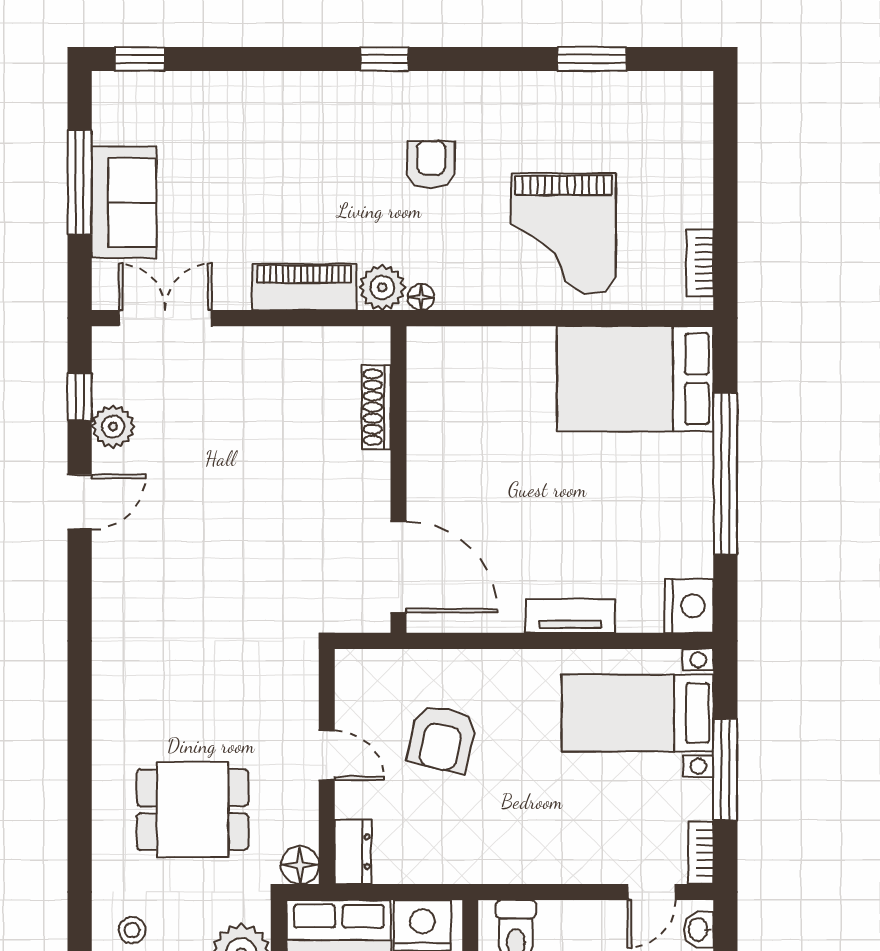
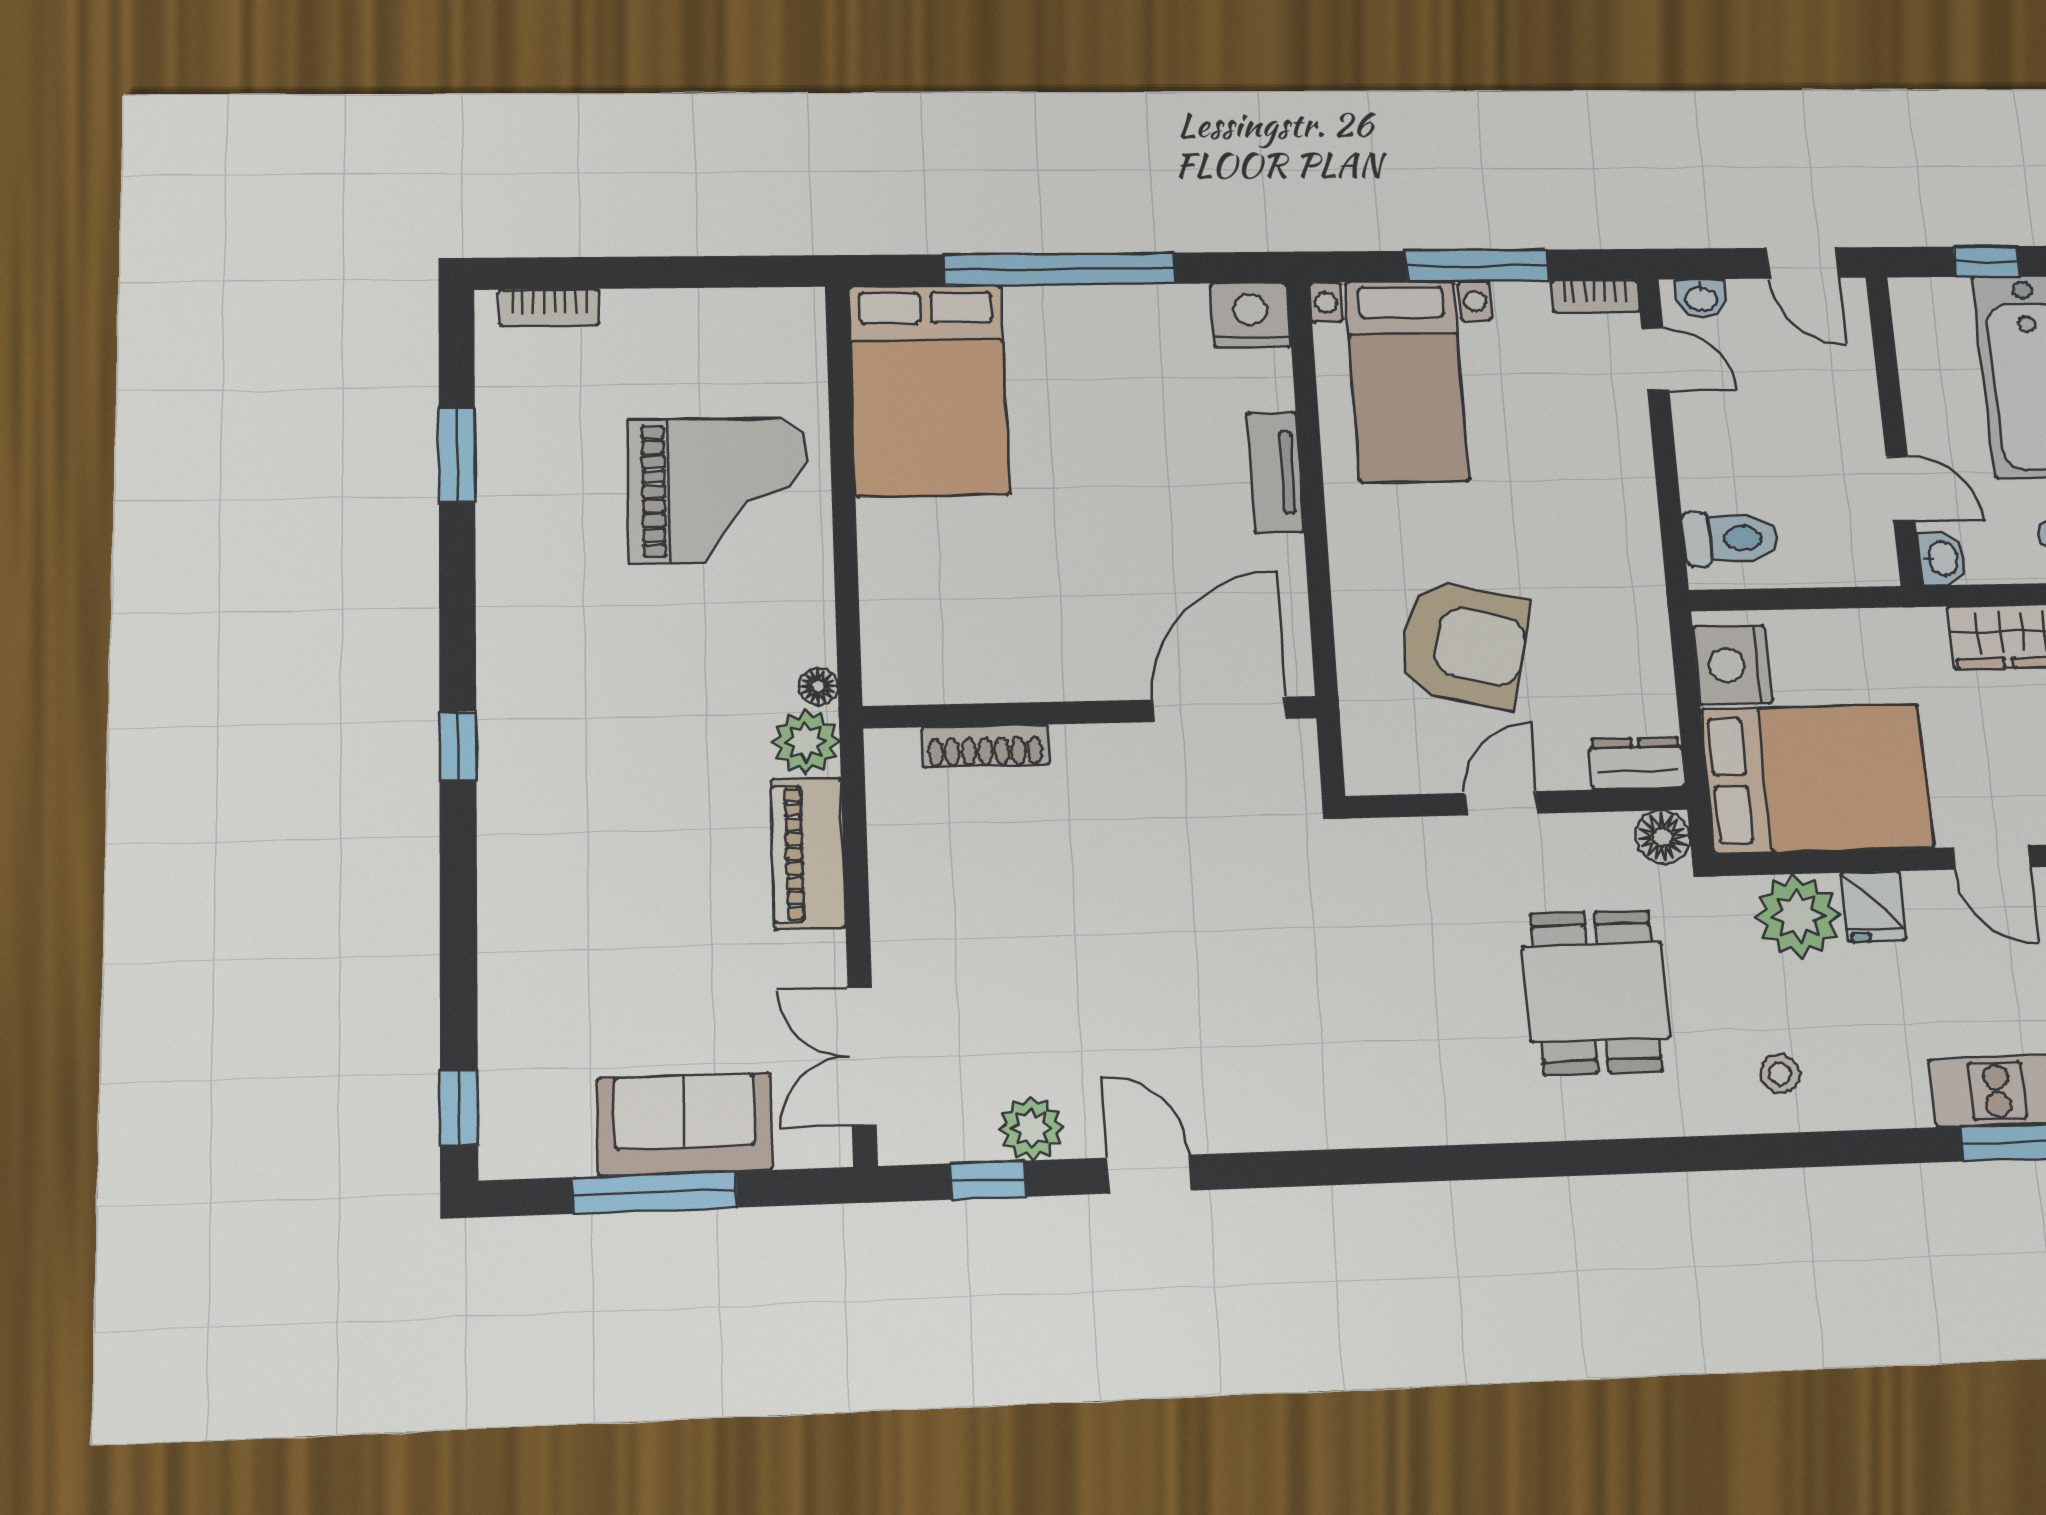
armchair: (431, 164) -> (618, 676), removed
bookcase: (700, 263) -> (549, 307), moved
armchair: (442, 738) -> (1464, 644), width x1.36, depth x1.36

